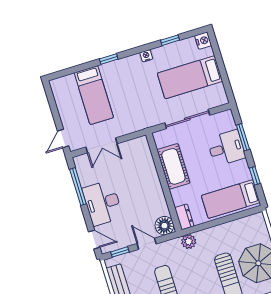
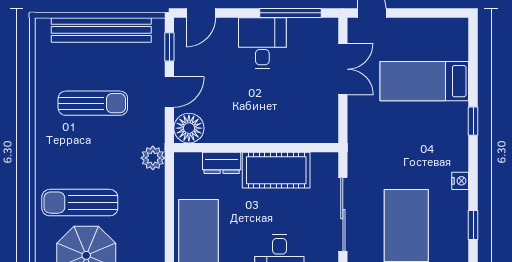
double door: (102, 145) -> (343, 69), swing flipped
desk: (103, 203) -> (262, 43), width x0.73
dresser: (184, 217) -> (222, 163), moved

